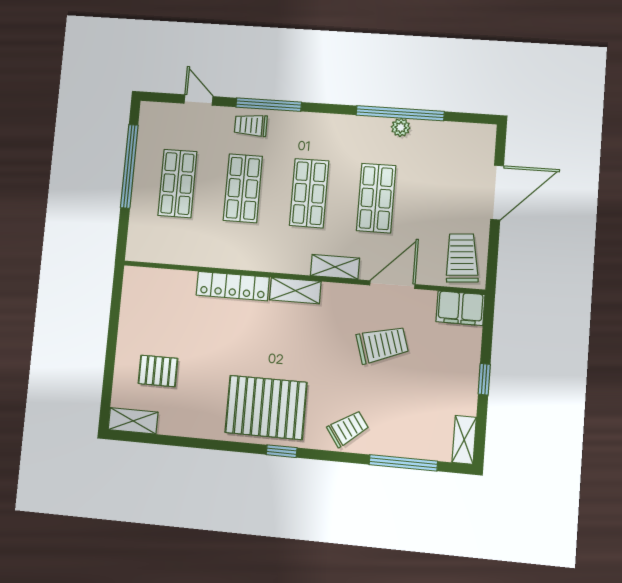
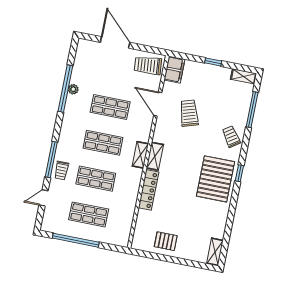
shelving: (335, 267) -> (140, 155), moved
pallet: (158, 371) -> (166, 241), moved, turned 90

